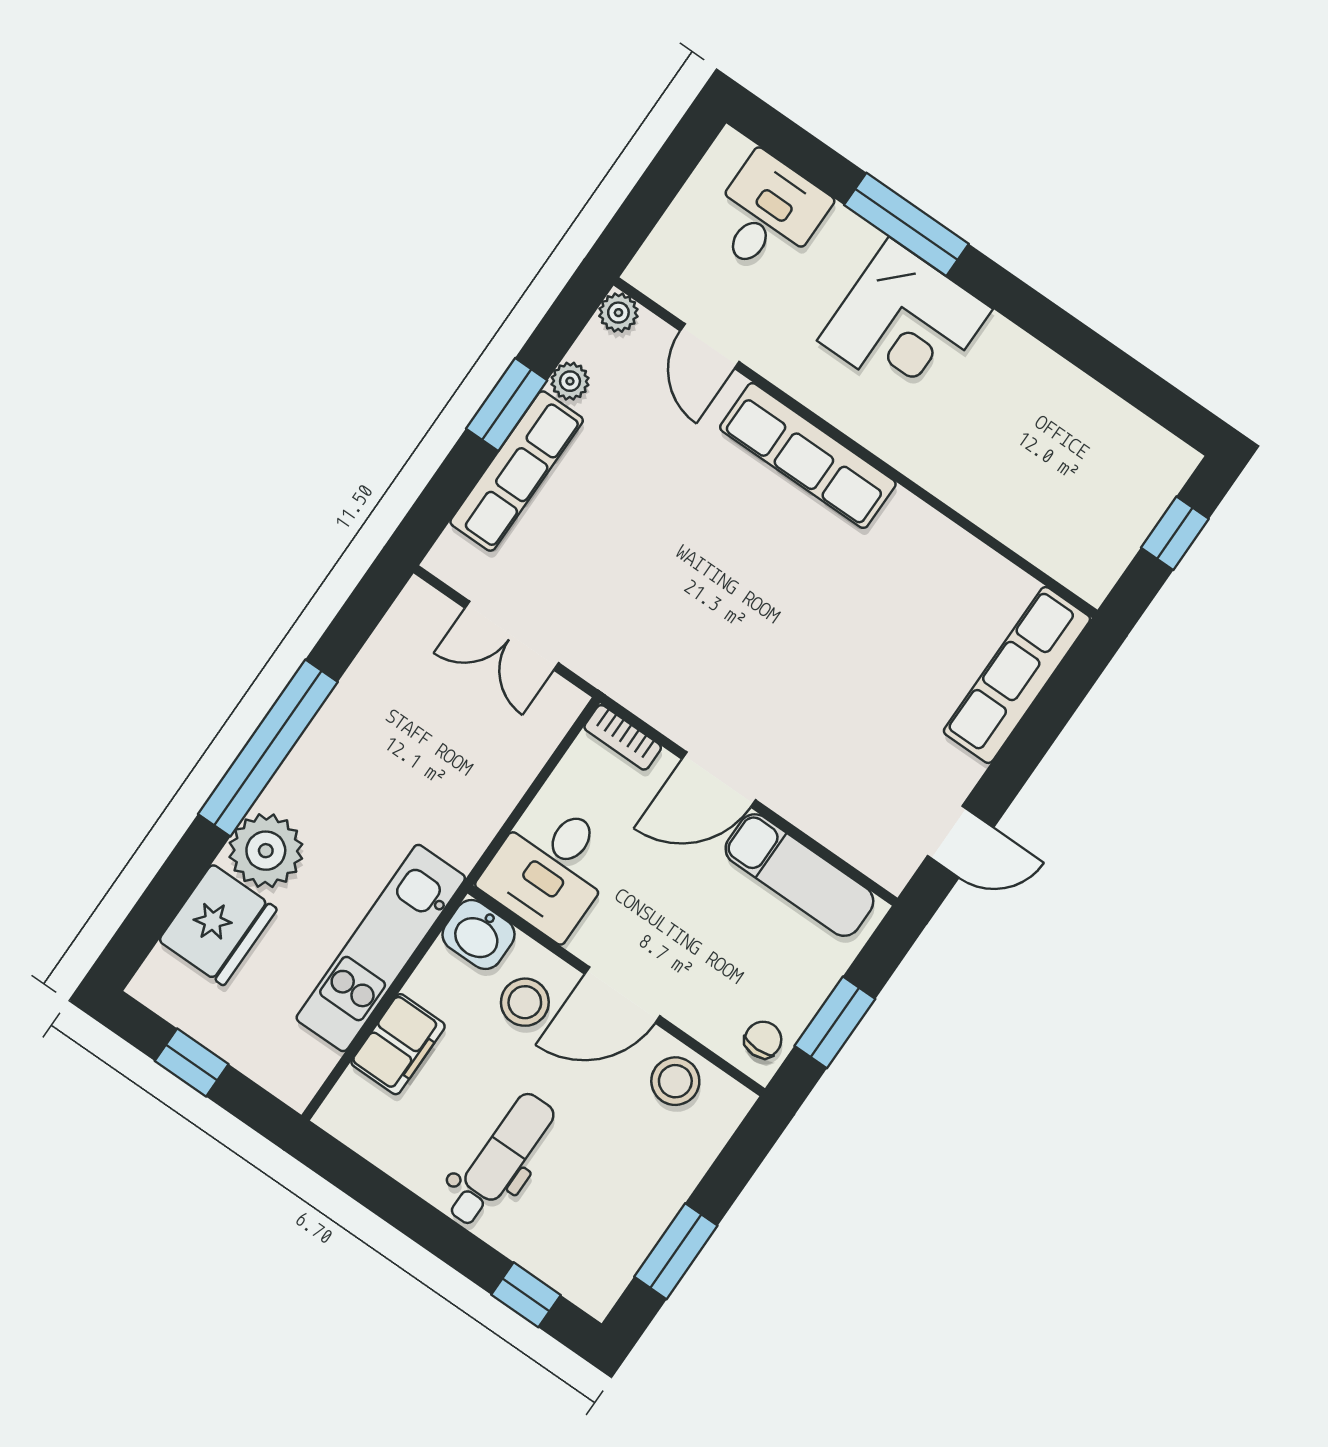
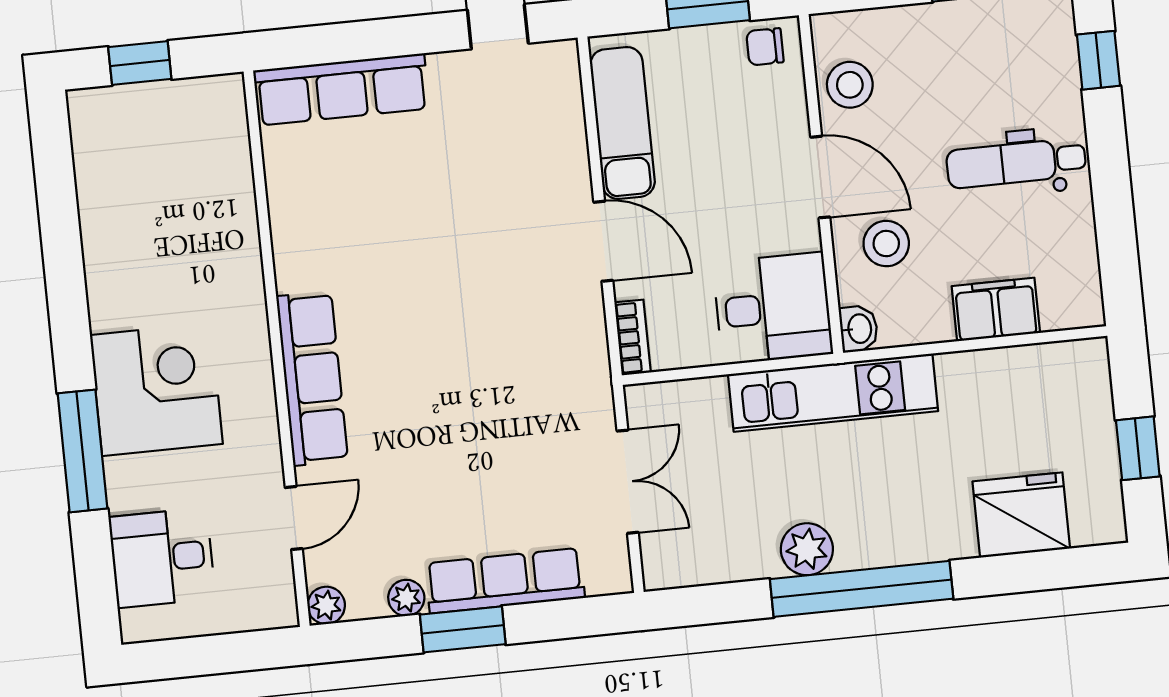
plant: (266, 851) -> (807, 549), moved, width x0.73, depth x0.73
washbasin: (479, 935) -> (859, 329), width x0.72, depth x0.69
kitchen unit: (381, 948) -> (833, 393), moved

